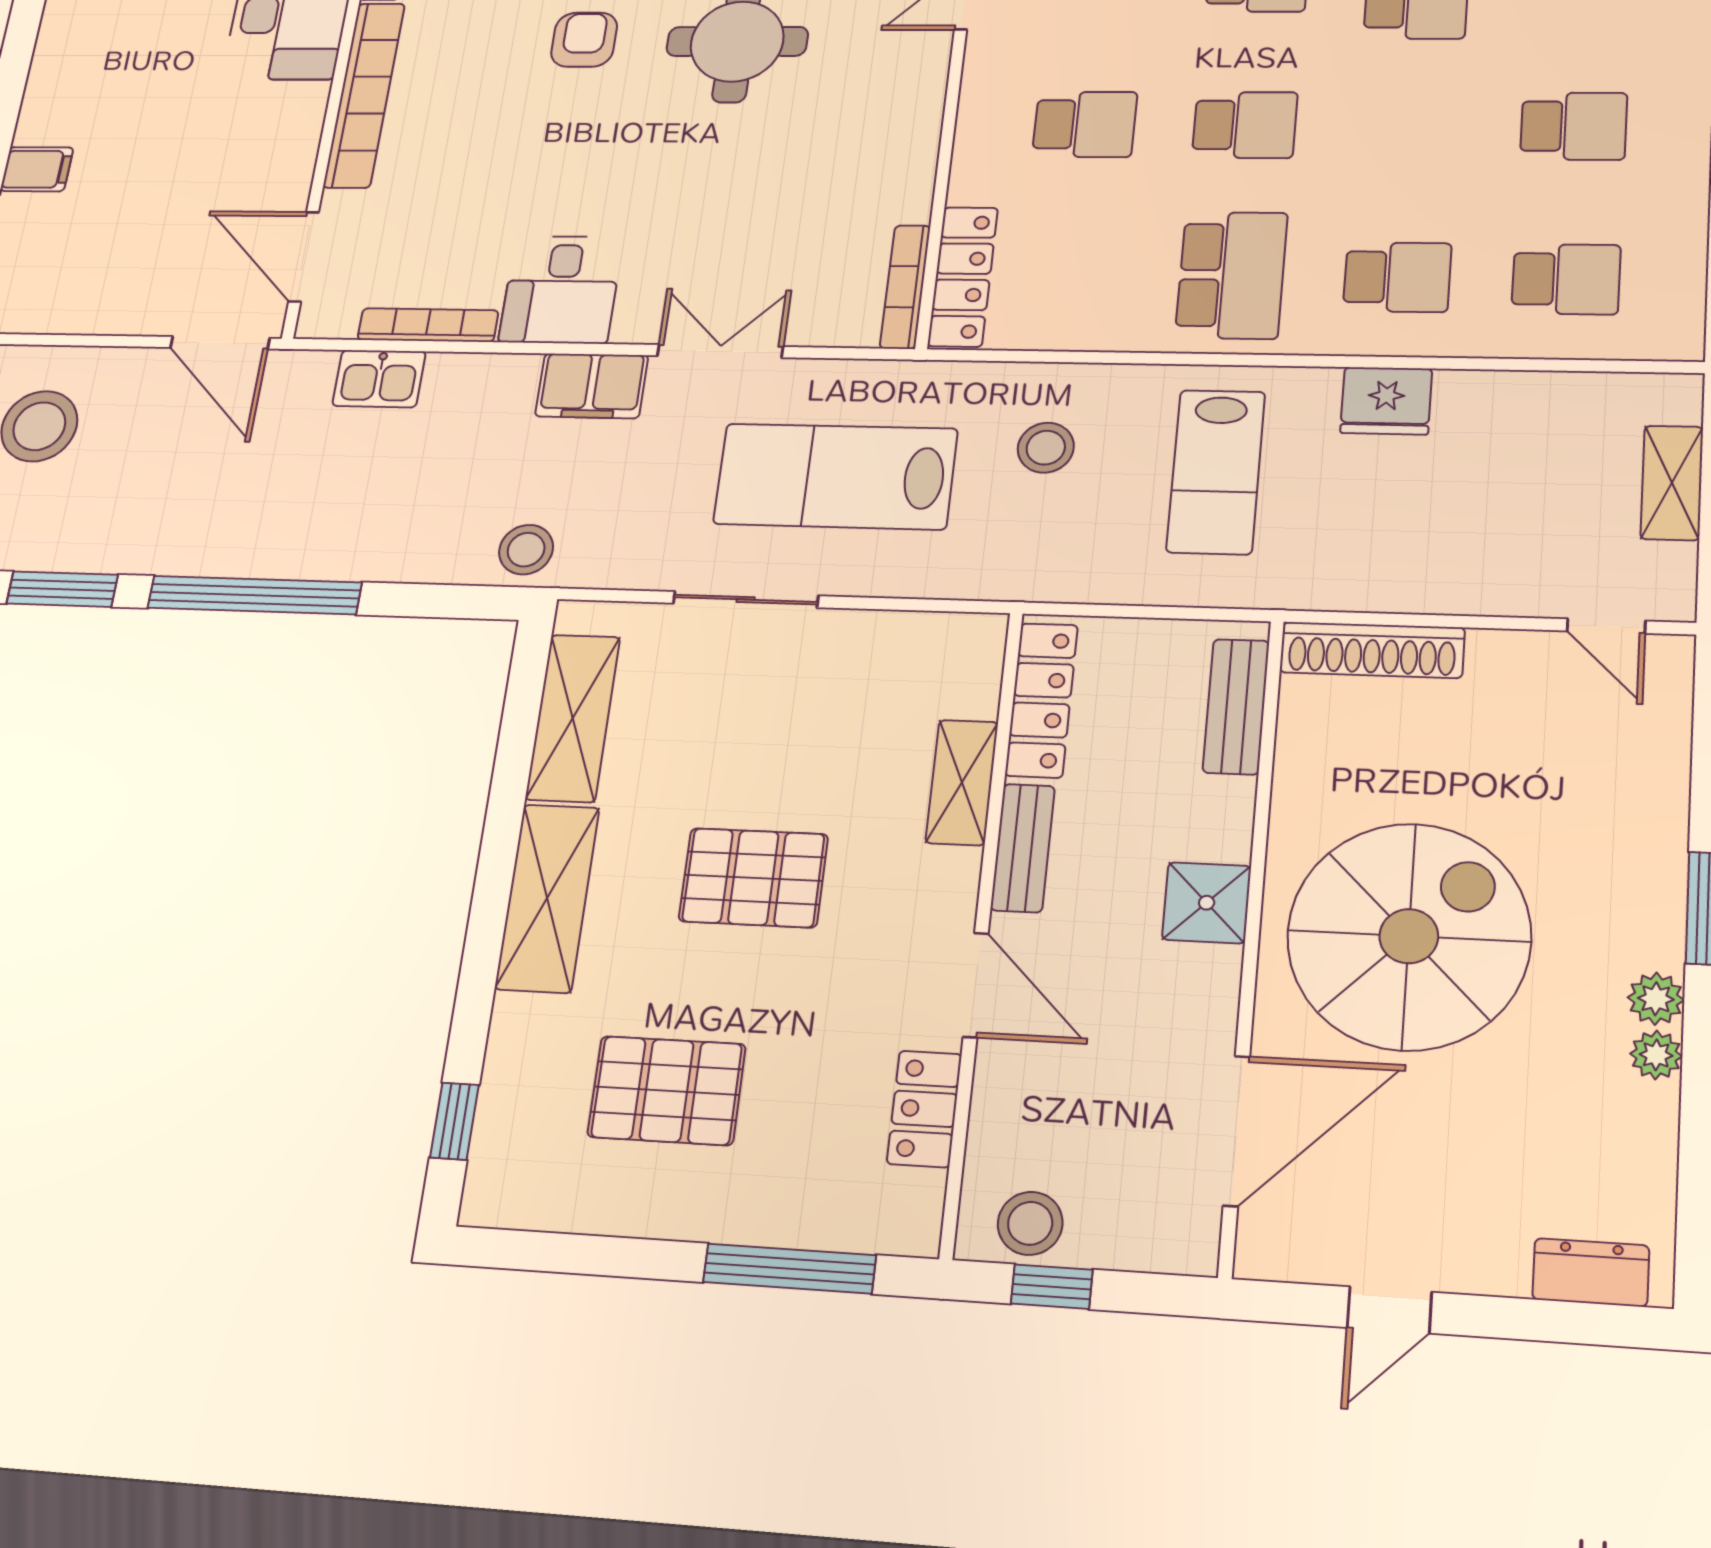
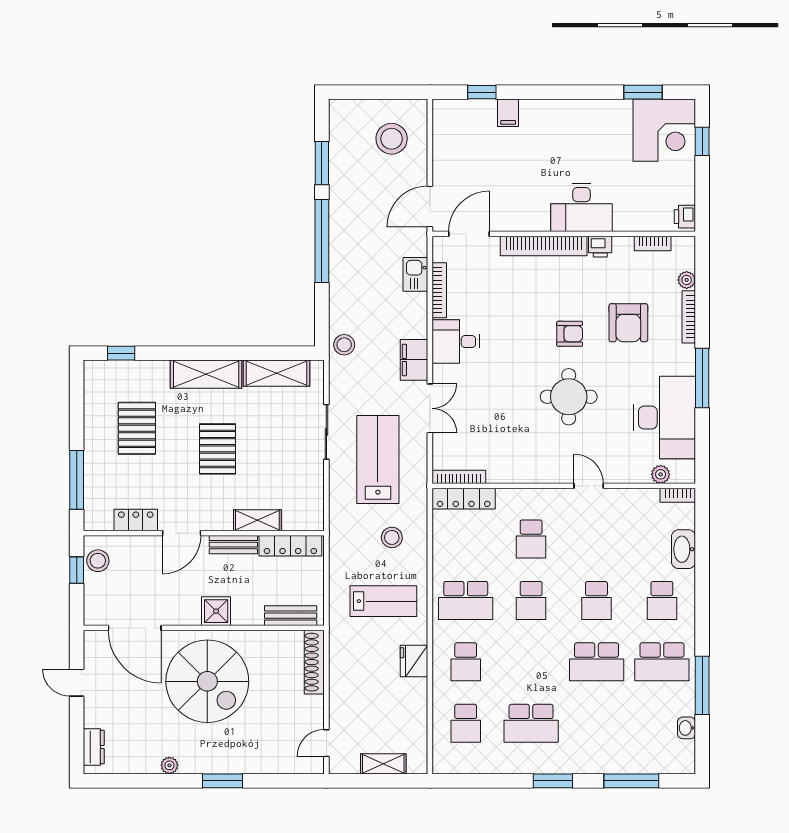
school desk: (1574, 126) -> (531, 723), width x1.85
lab bench: (1216, 472) -> (383, 601), turned 180
plant: (1656, 999) -> (189, 765), removed

